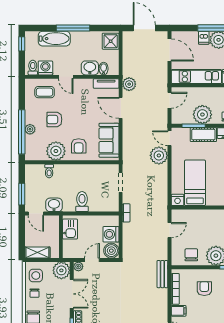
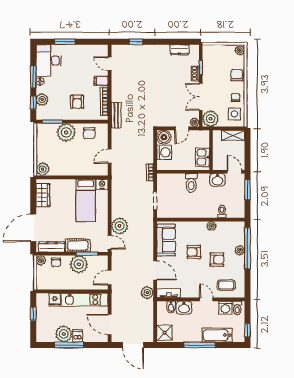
armchair: (79, 146) -> (194, 252), moved, turned -90
plant: (56, 151) -> (211, 226), width x0.53, depth x0.53

